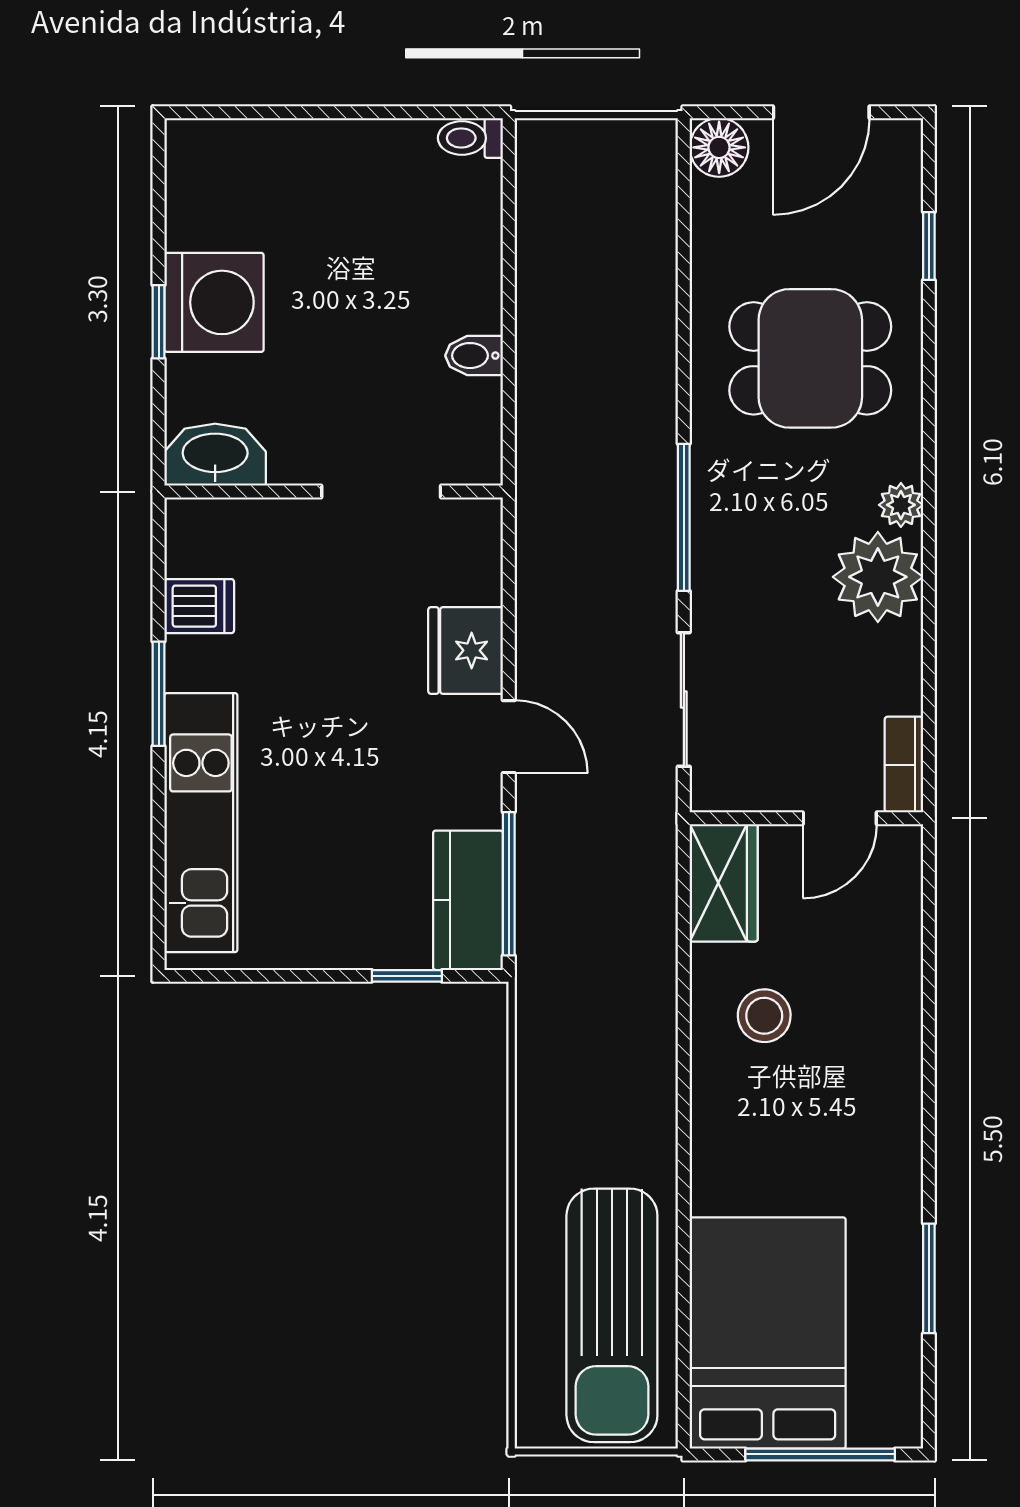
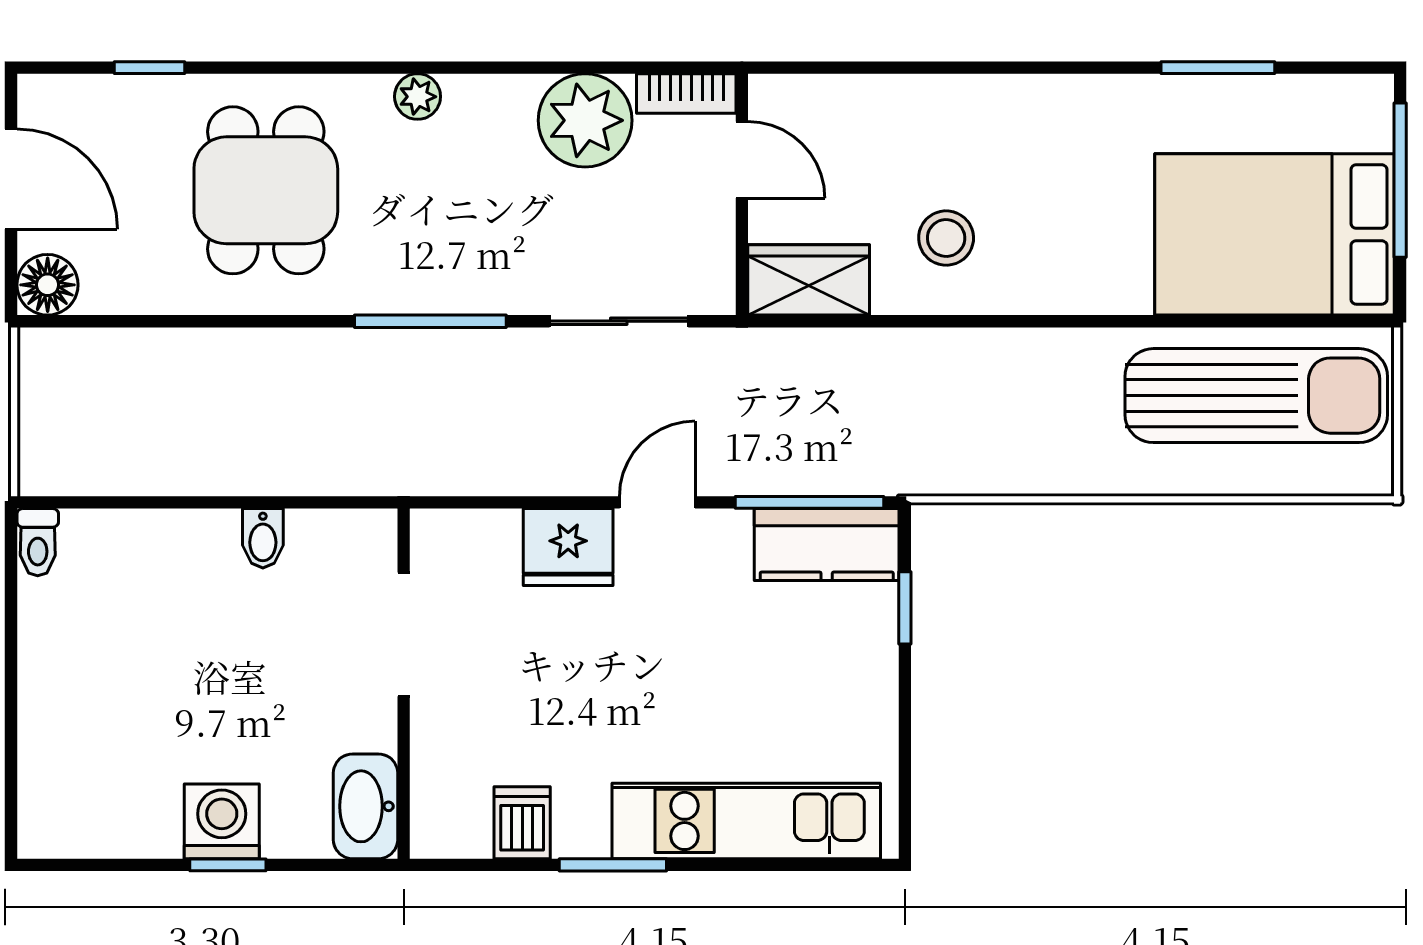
washing machine: (214, 302) -> (222, 821), width x0.73, depth x0.73
plant: (878, 577) -> (585, 120), moved

